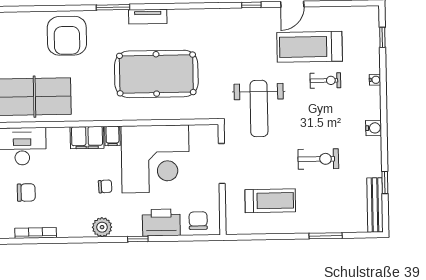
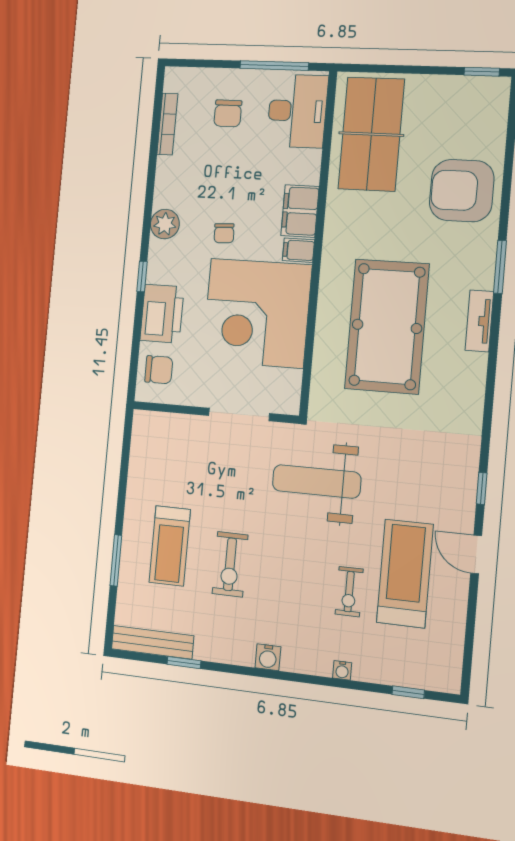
treadmill: (270, 201) -> (170, 546), moved

